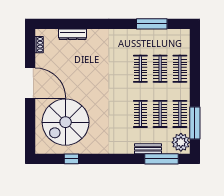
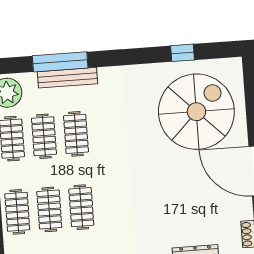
bench: (148, 149) -> (67, 78), width x1.36
window: (161, 159) -> (60, 62), moved

